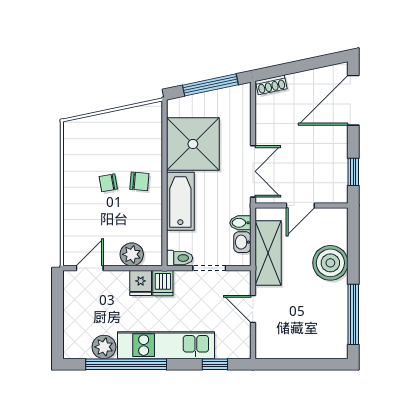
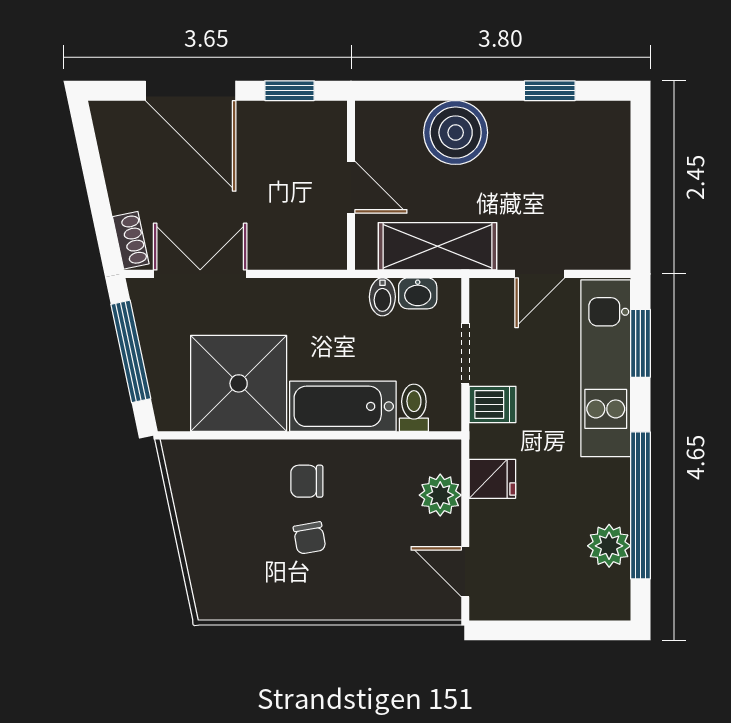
door: (353, 100) -> (191, 91), moved
double door: (253, 171) -> (200, 274), moved
chair: (139, 181) -> (307, 481), turned -95
toilet: (180, 258) -> (414, 408), moved
dishwasher: (163, 283) -> (493, 404), moved
window: (353, 314) -> (550, 91), width x0.46
kitchen unit: (166, 345) -> (606, 368), moved
window: (215, 364) -> (640, 343), width x1.50

